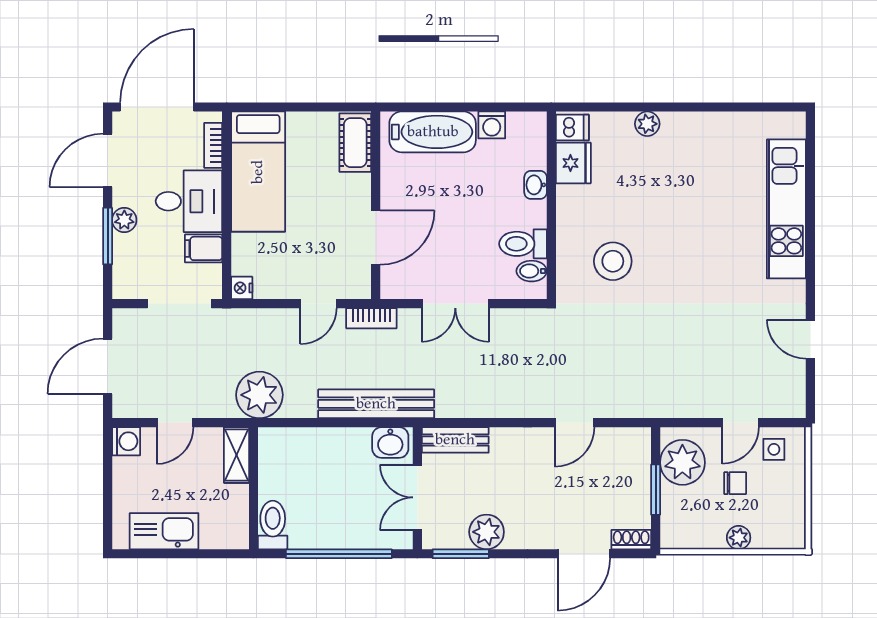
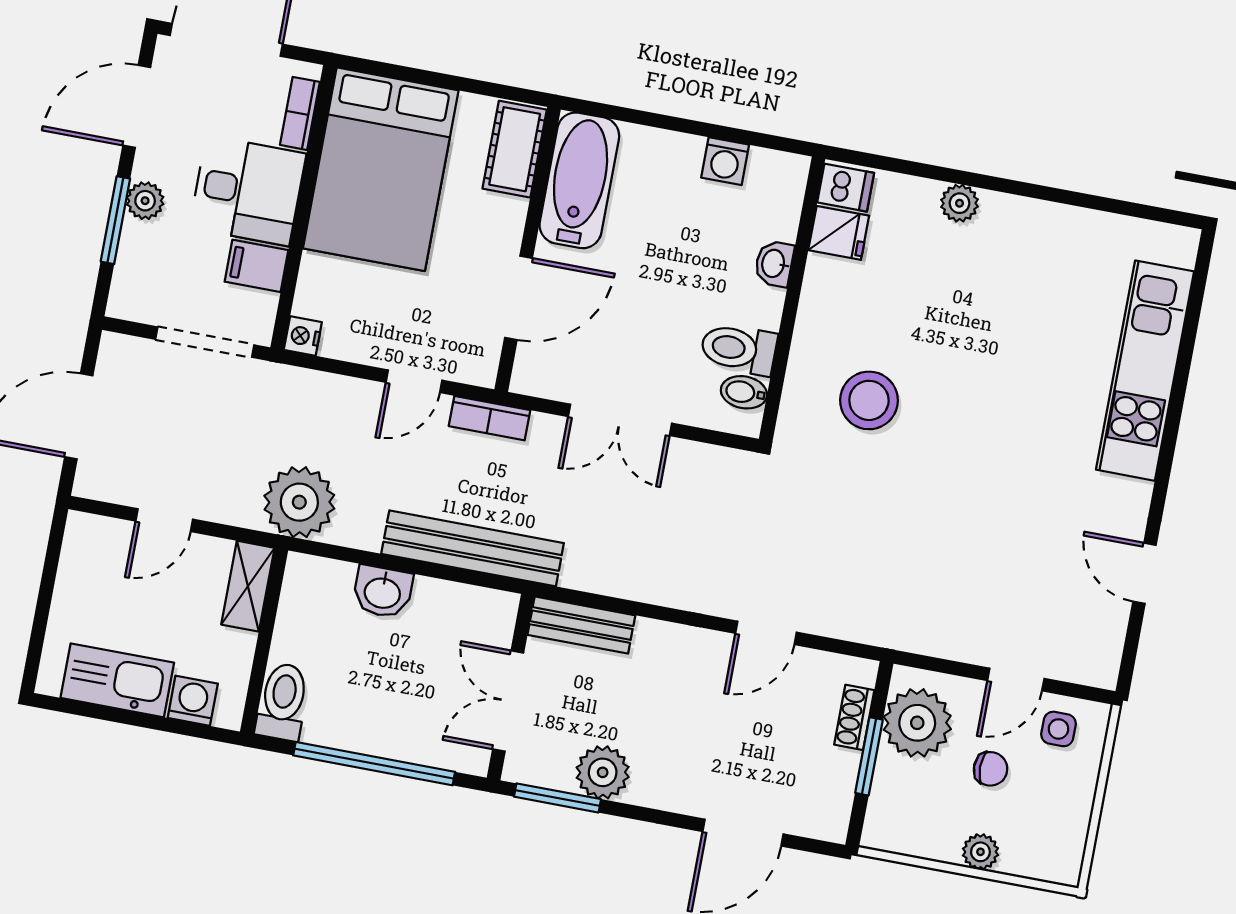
bathtub: (433, 132) -> (579, 180), moved, turned -90
fridge: (573, 163) -> (839, 233), width x0.72
bed: (258, 172) -> (381, 169), width x1.50
washing machine: (126, 441) -> (193, 701), moved, turned -90
washbasin: (390, 442) -> (383, 592), moved
shoe rack: (631, 540) -> (854, 717), moved, turned -90

